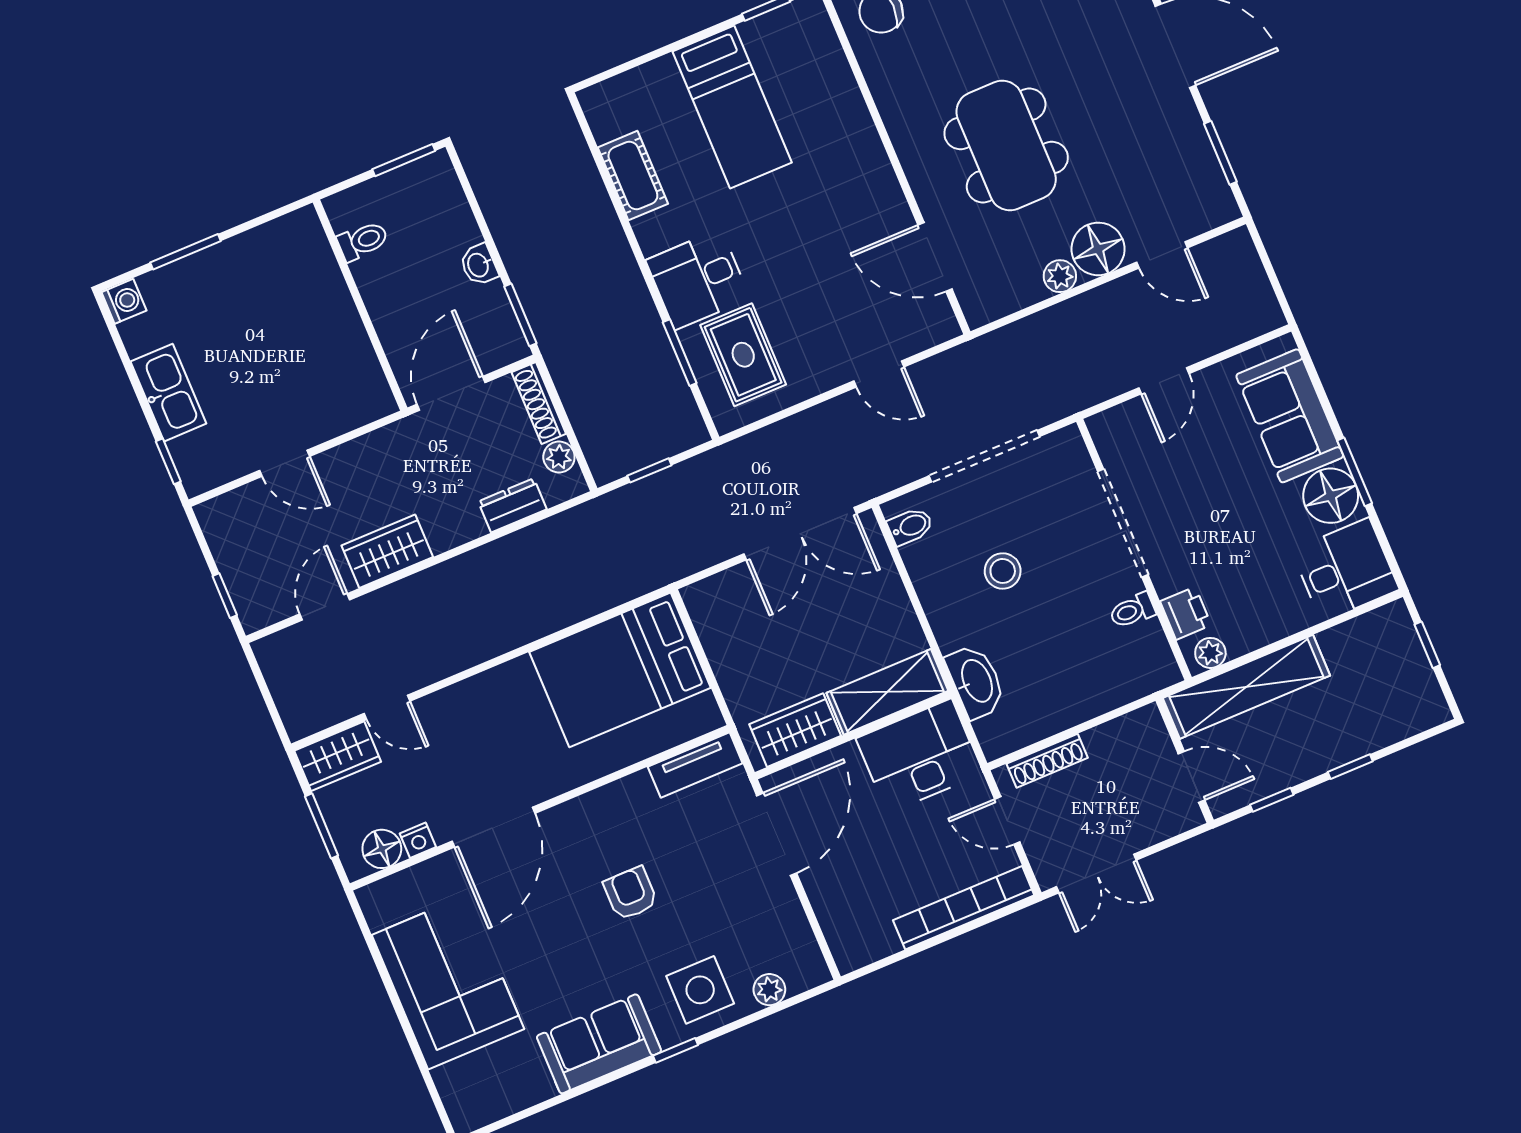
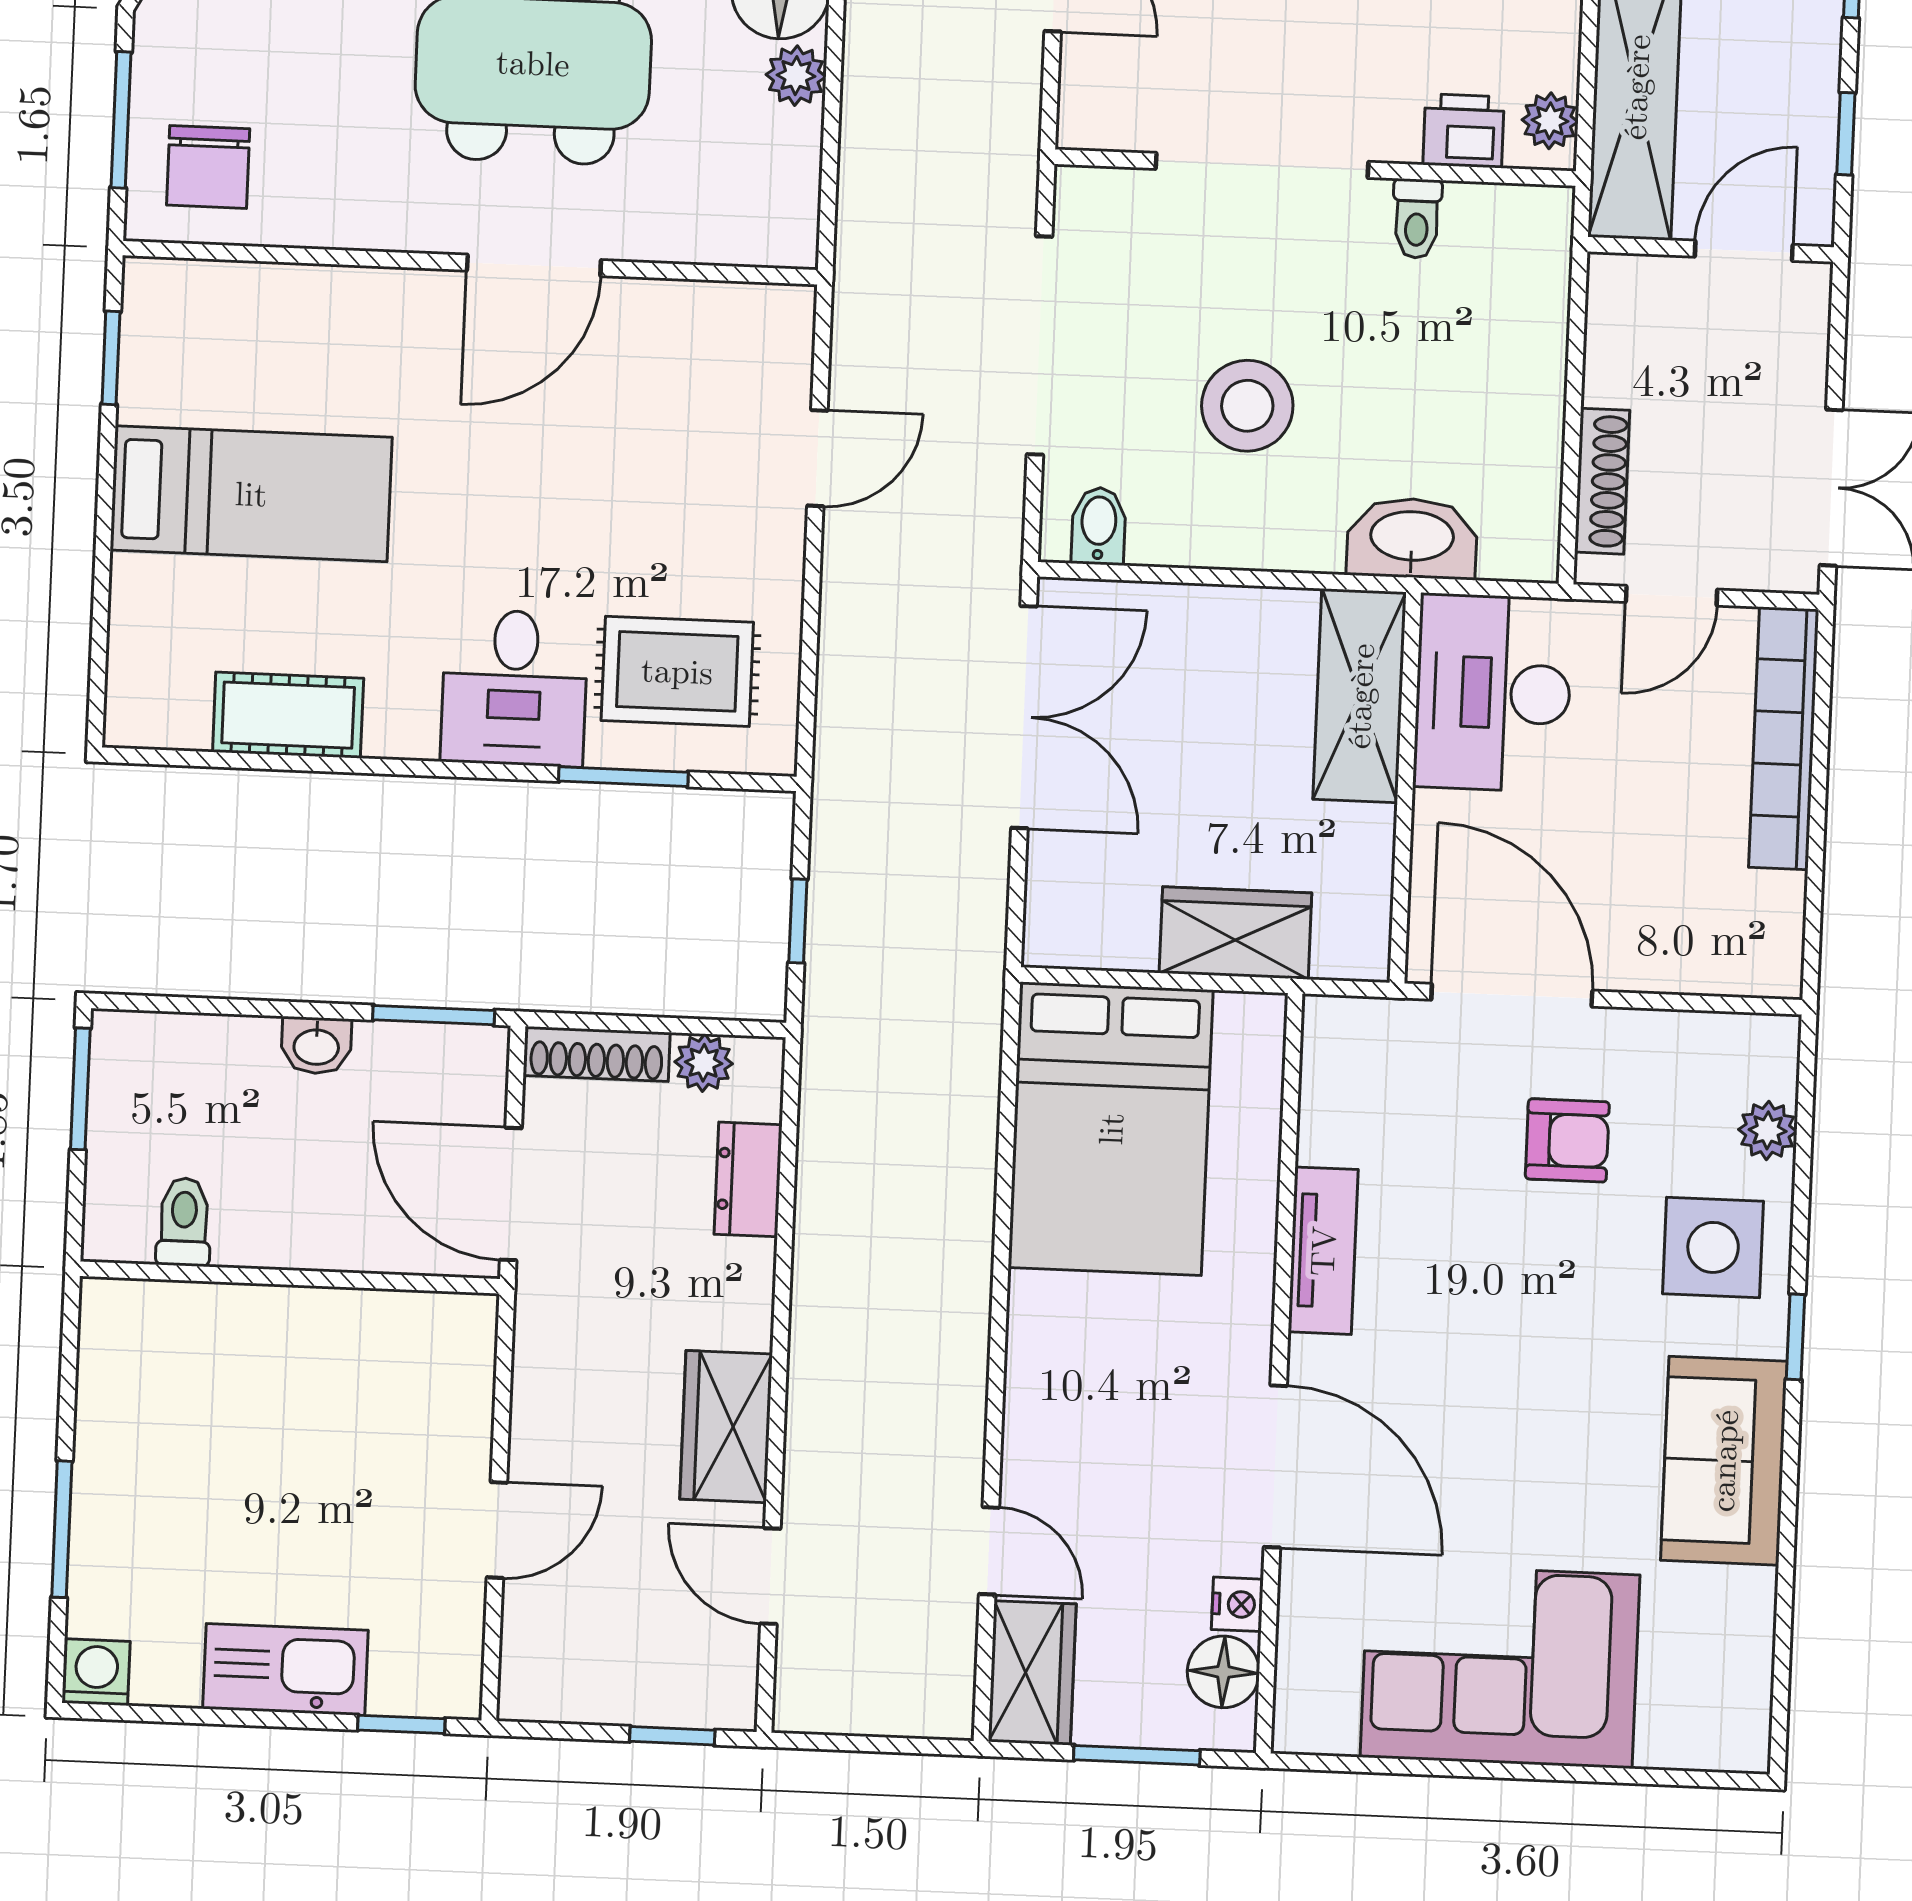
door: (935, 257) -> (534, 265), moved
stool: (1003, 571) -> (1247, 406), width x1.38, depth x1.38
door: (387, 707) -> (989, 1551), hinge flipped
wardrobe: (795, 730) -> (1235, 933), moved, turned 90
tv unit: (695, 765) -> (1323, 1251), moved
armchair: (630, 893) -> (1567, 1140), moved, turned 180

